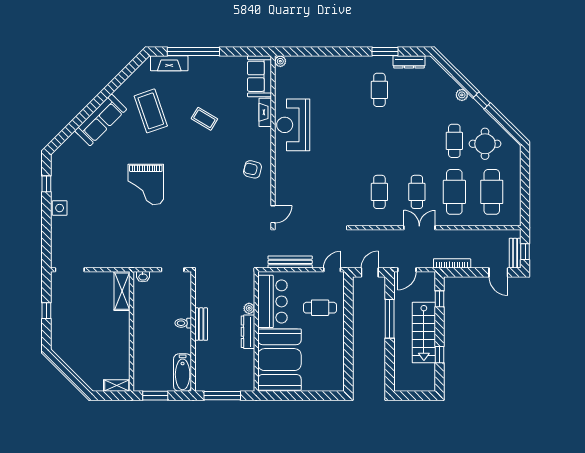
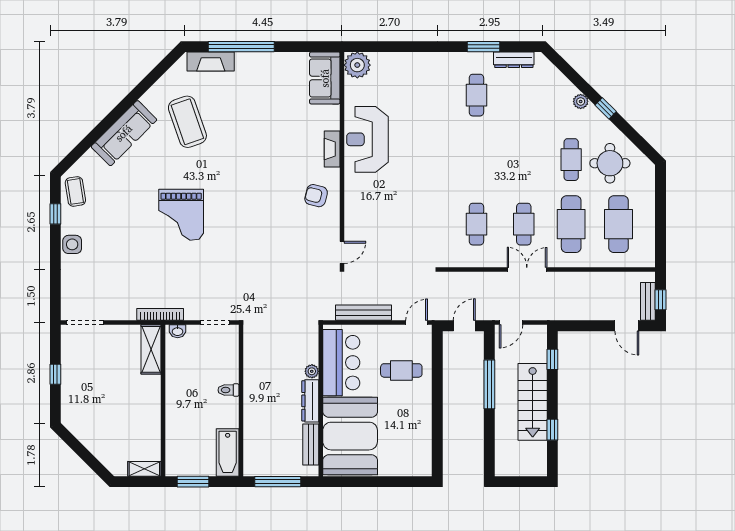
plant: (280, 61) -> (357, 65), width x1.87, depth x1.87
fireplace: (265, 112) -> (332, 149), moved
coffee table: (204, 119) -> (75, 191), moved, turned 50
bookcase: (452, 263) -> (160, 314), moved
bench: (201, 324) -> (311, 444), moved

